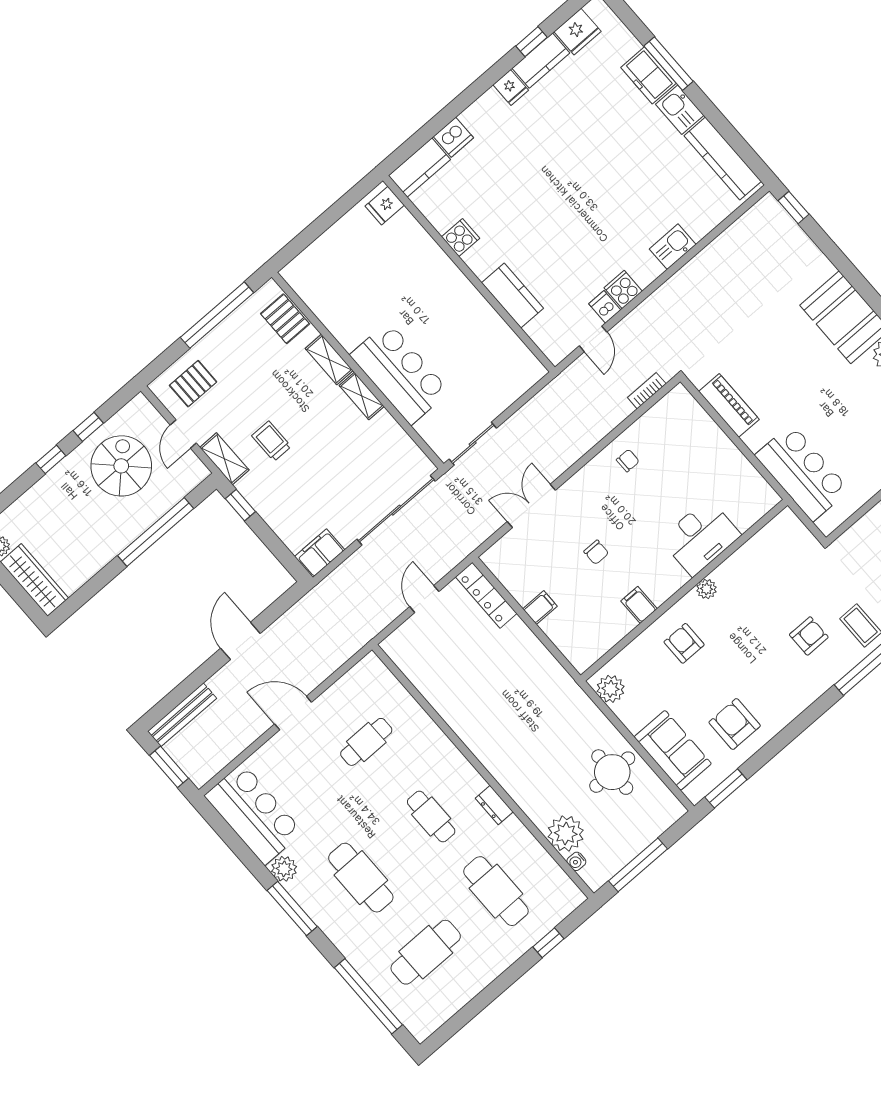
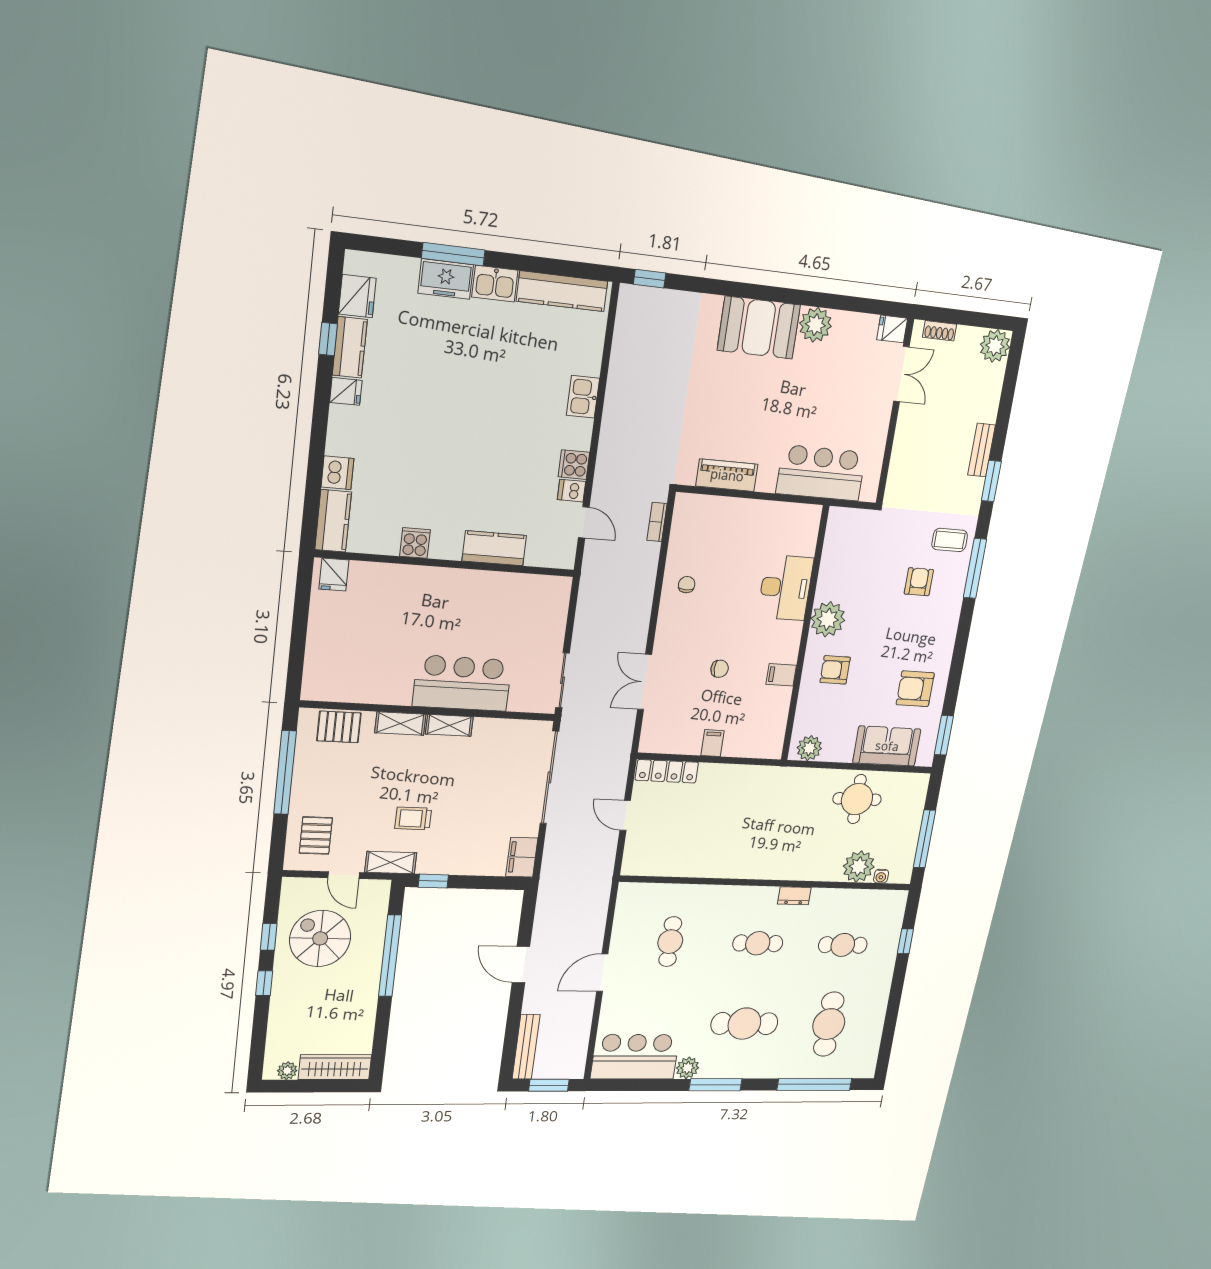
plant: (706, 589) -> (828, 619), width x1.88, depth x1.88
cafe table: (496, 891) -> (843, 945), width x0.73, depth x0.74

